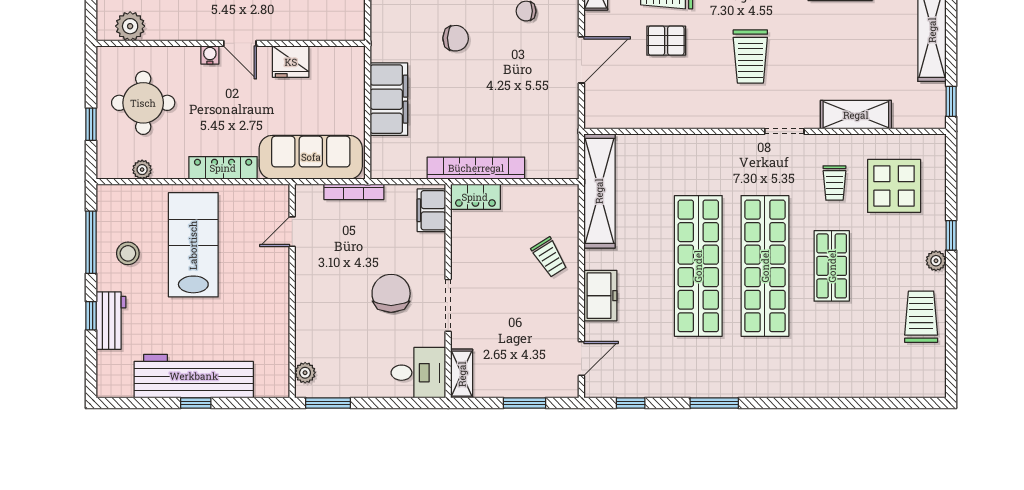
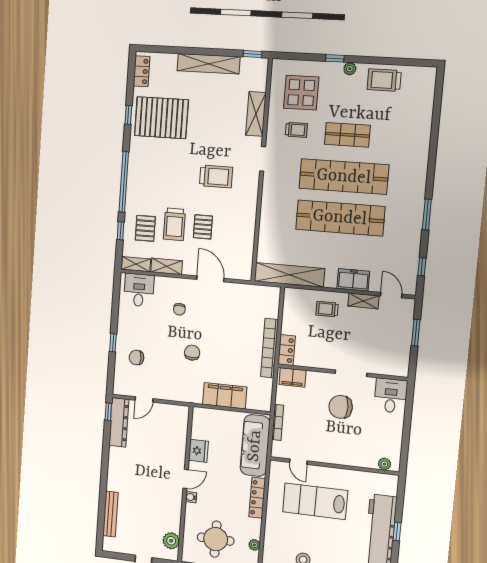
lab bench: (193, 245) -> (315, 501), moved
trolley: (549, 257) -> (327, 309), turned -148
shelving: (462, 374) -> (363, 301), moved
window: (328, 403) -> (404, 452), removed

